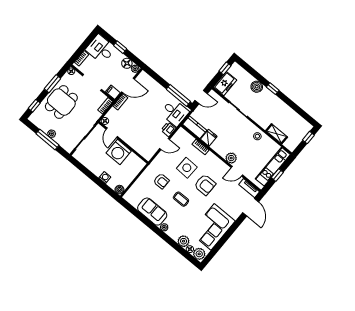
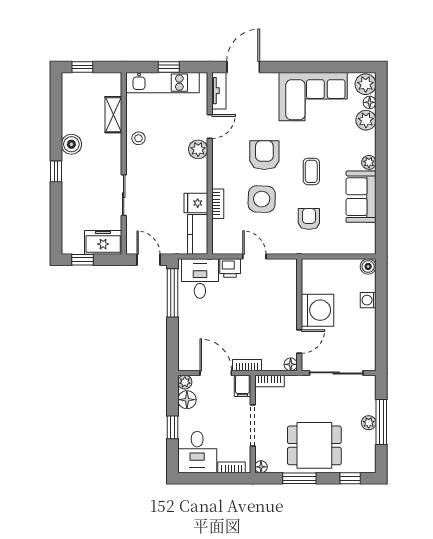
boiler: (257, 87) -> (71, 144), moved
door: (237, 171) -> (210, 127), hinge flipped

